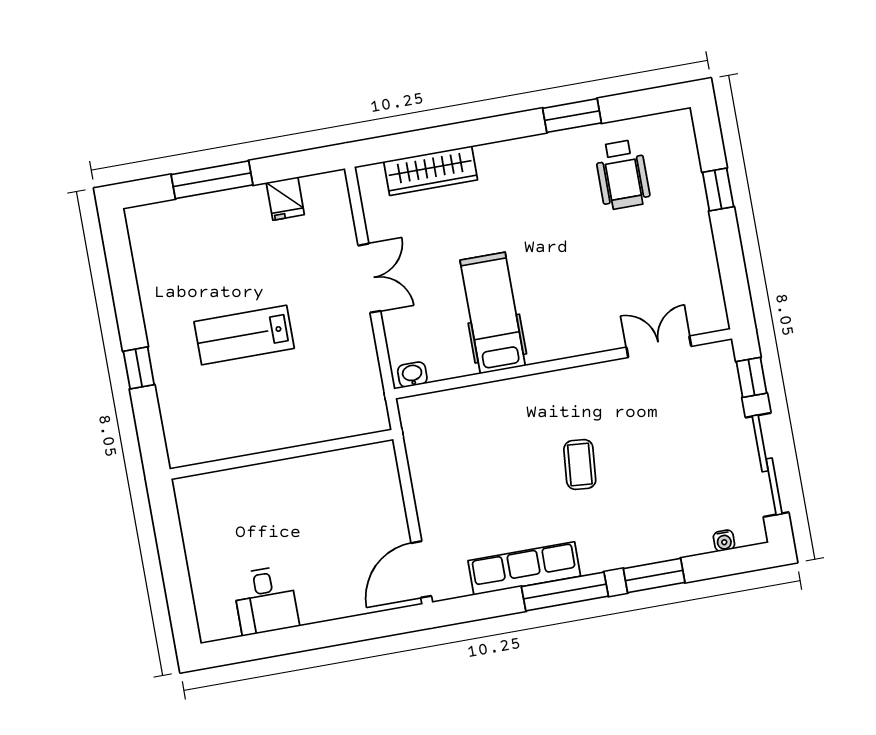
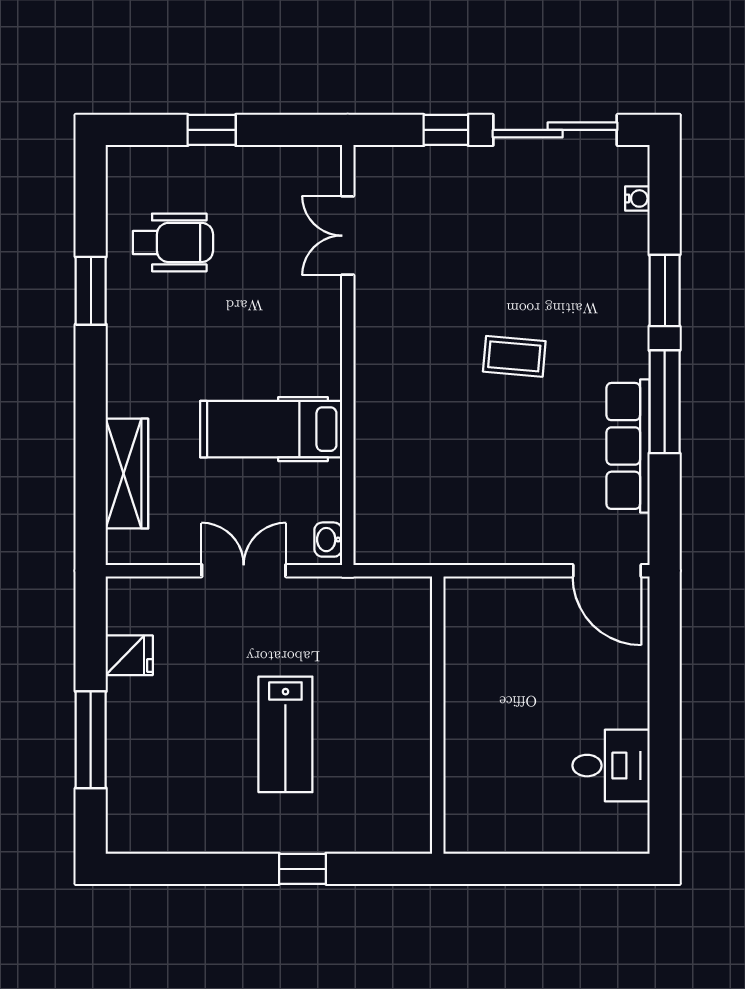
hospital bed: (493, 313) -> (271, 429), moved
double door: (659, 347) -> (348, 236), moved
wall: (563, 364) -> (348, 355), moved
washbasin: (412, 375) -> (328, 540), moved

